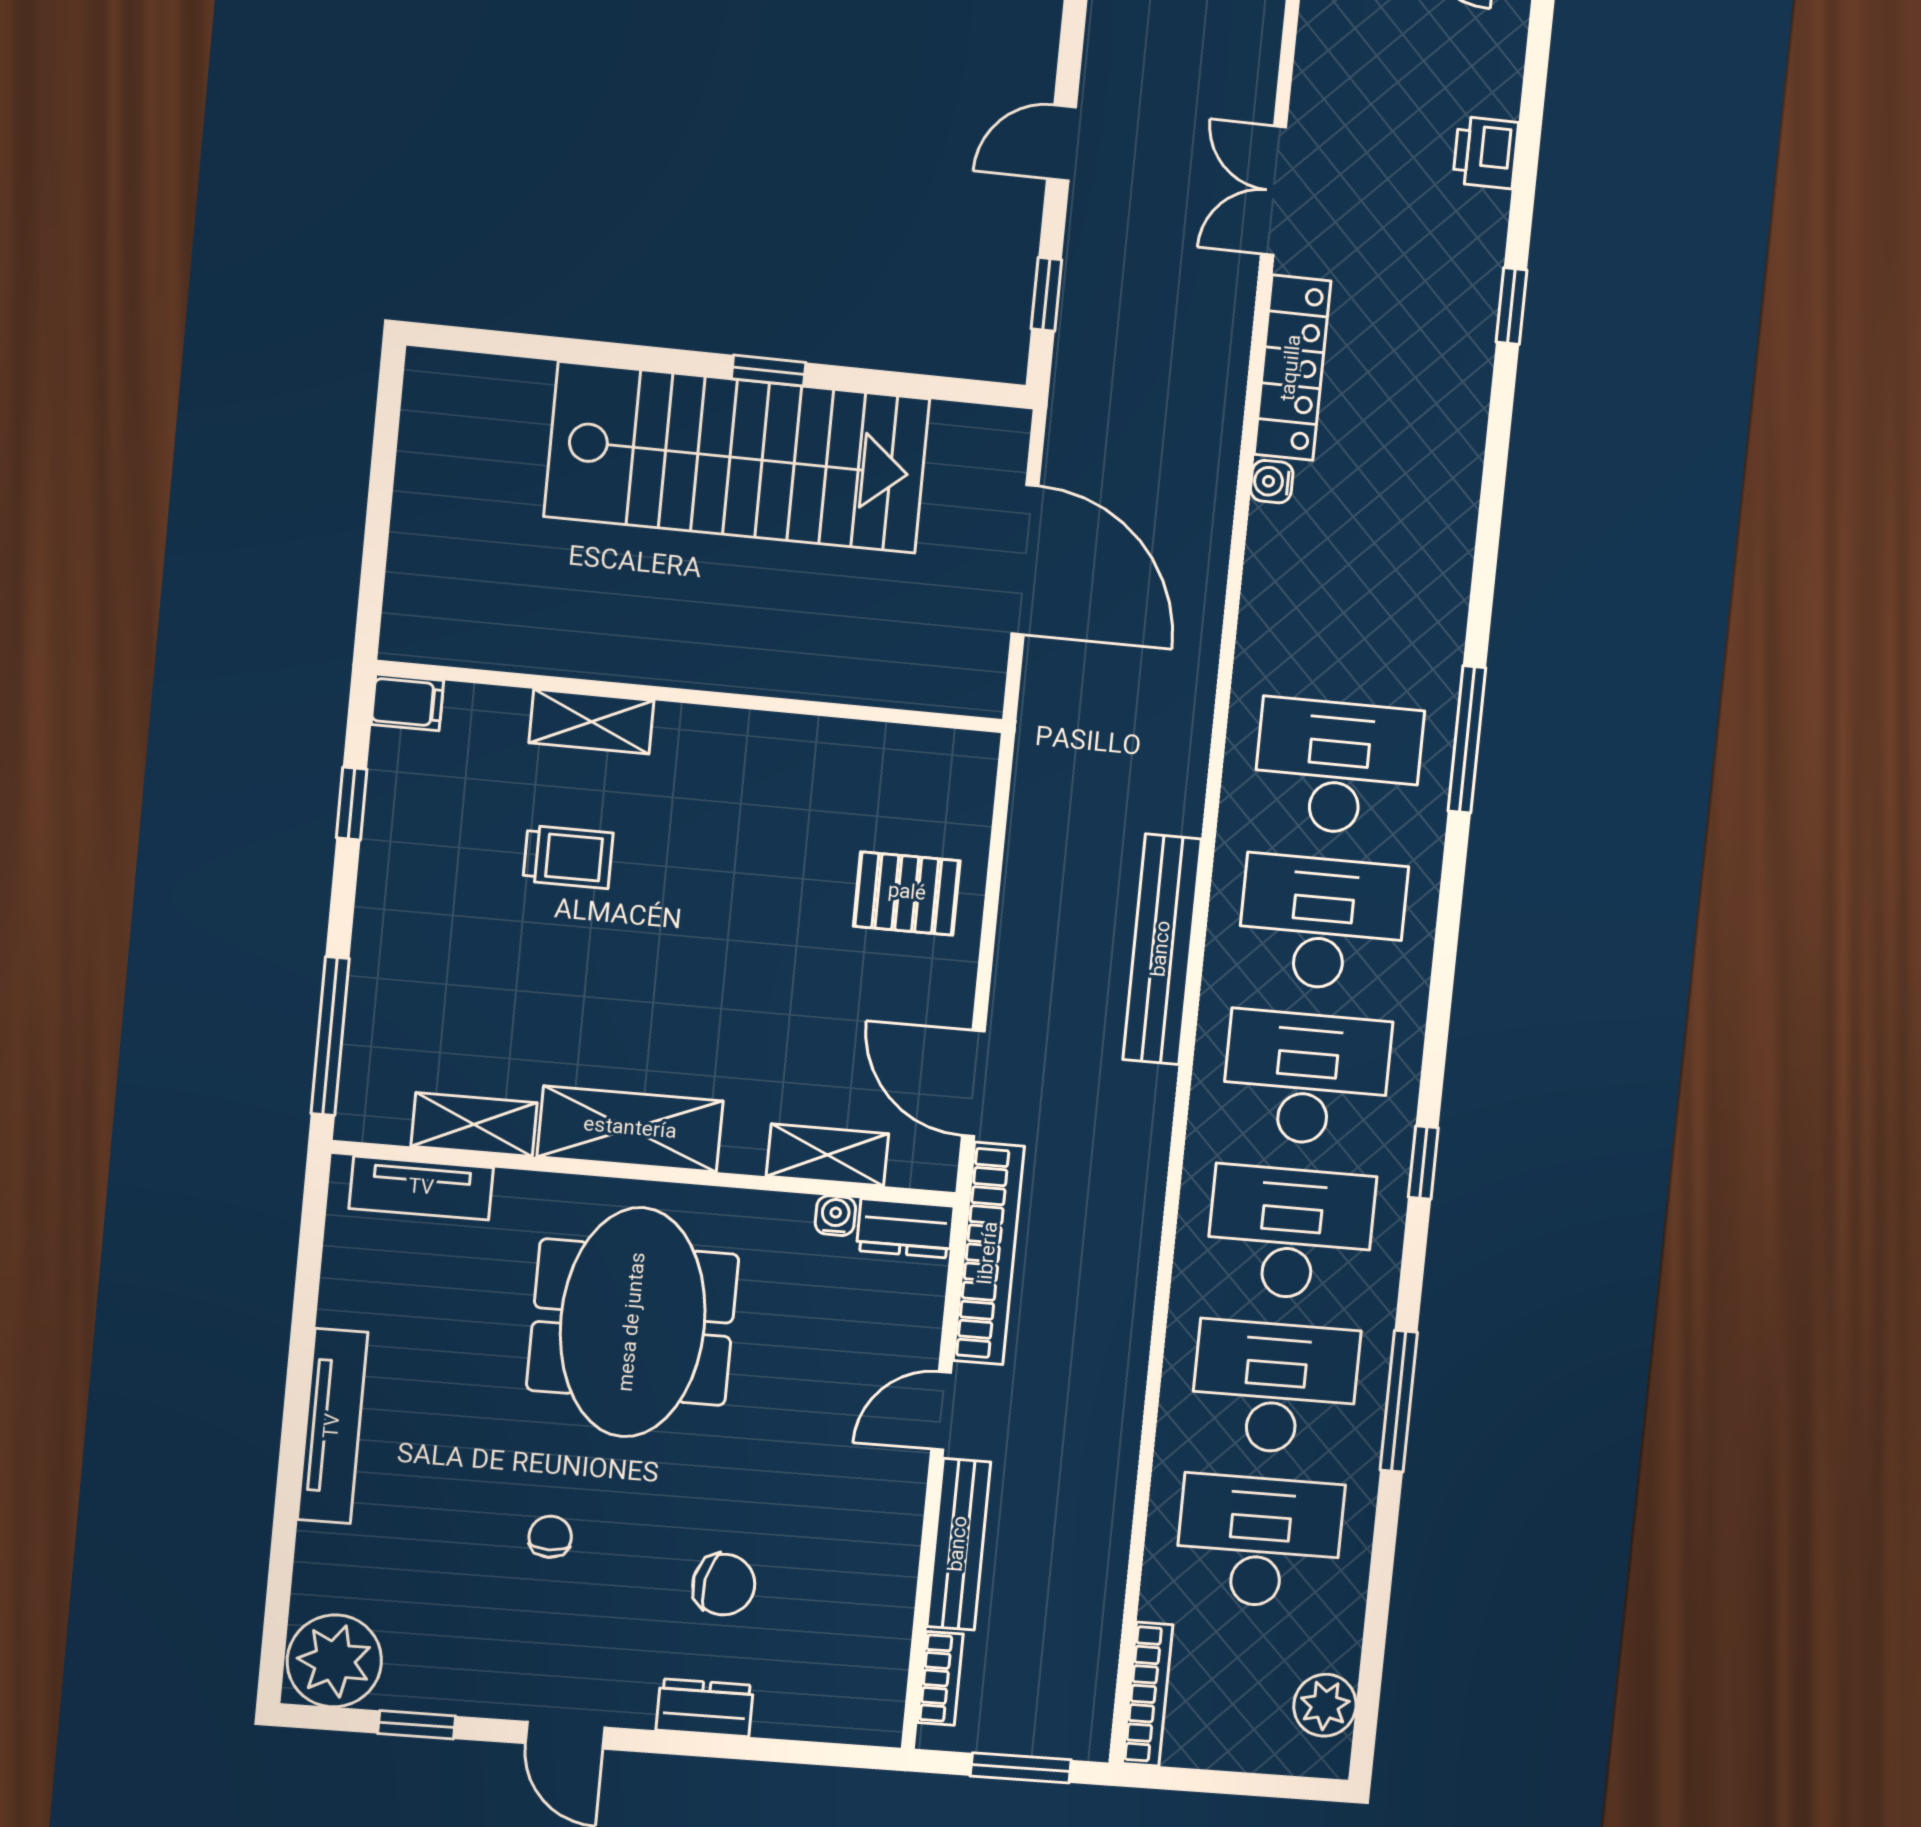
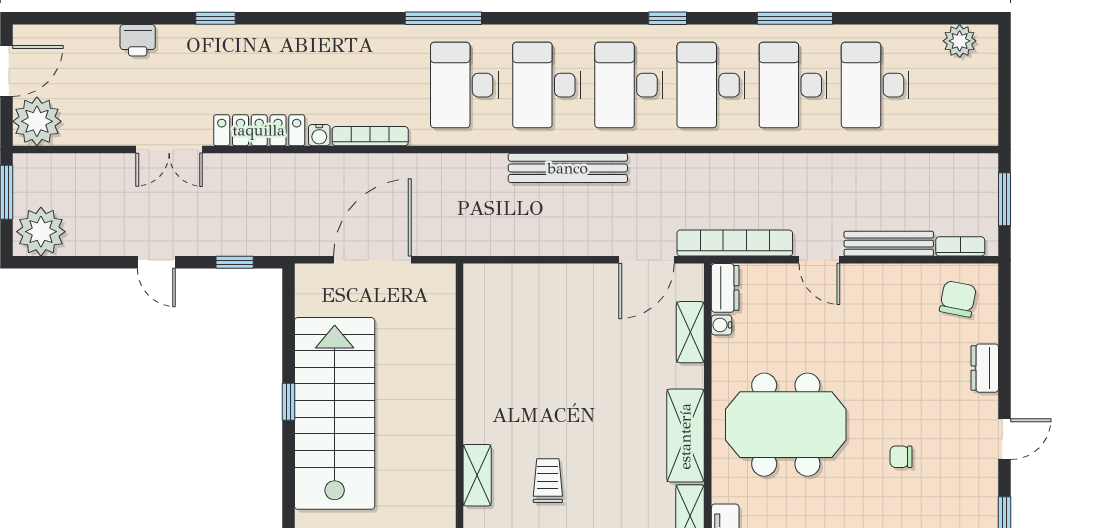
pallet: (907, 893) -> (551, 304), removed
chair: (724, 1585) -> (958, 299), moved
bookcase: (1148, 1694) -> (370, 136), moved

